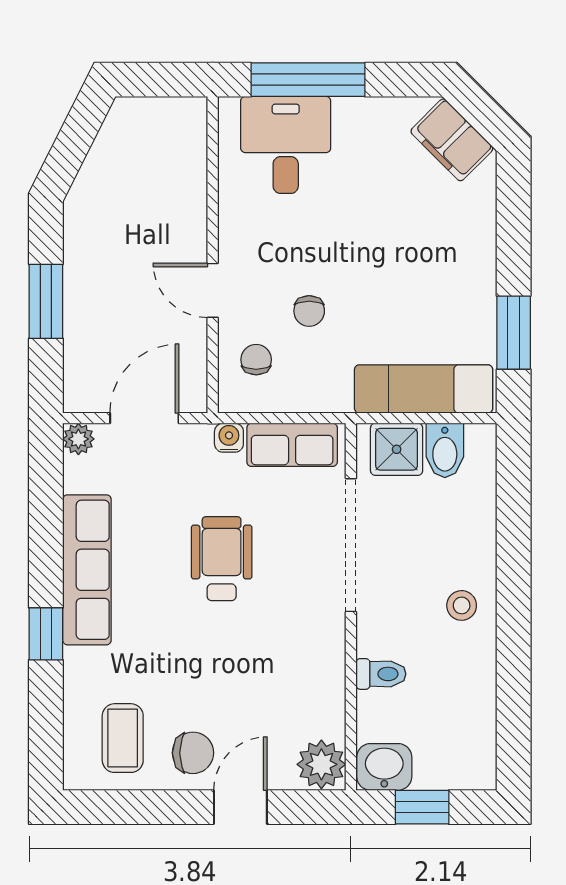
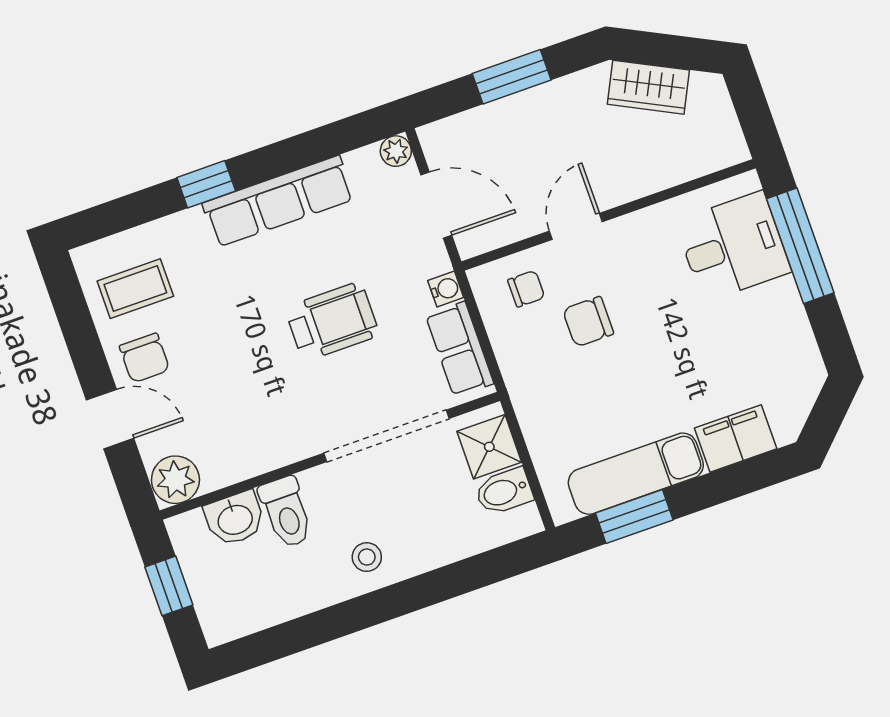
filing cabinet: (452, 140) -> (736, 438), moved, turned 45
wardrobe: (103, 173) -> (648, 87), added
chair: (309, 311) -> (588, 322), width x1.37, depth x1.37
exam couch: (424, 389) -> (636, 474), moved, turned -90
toilet: (381, 674) -> (286, 512), width x1.37, depth x1.39
washbasin: (384, 767) -> (235, 519), moved, turned 90

